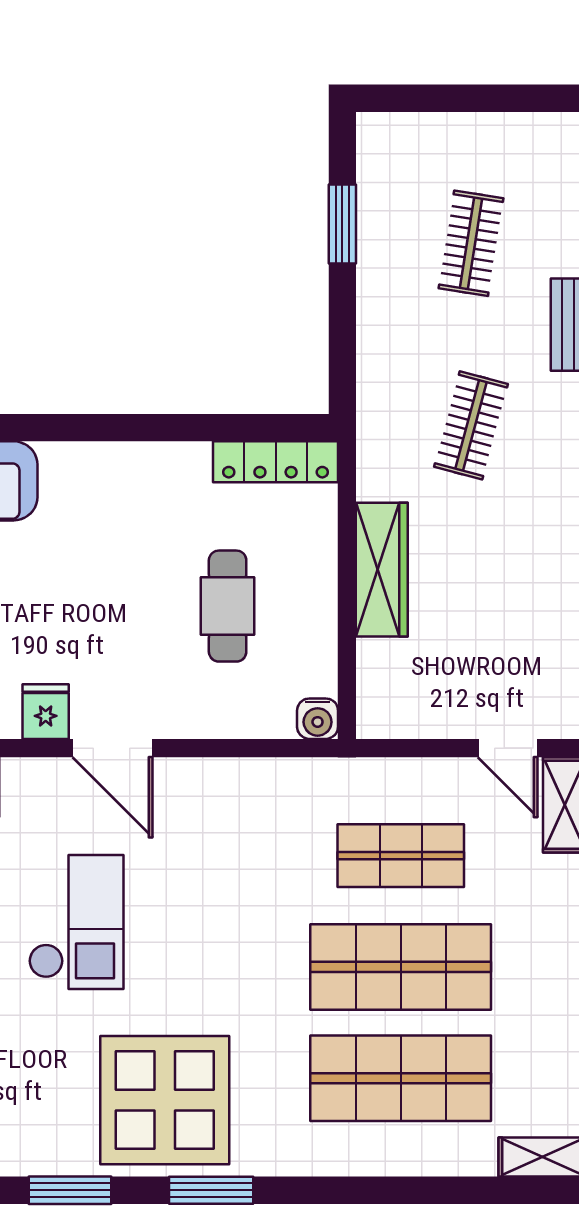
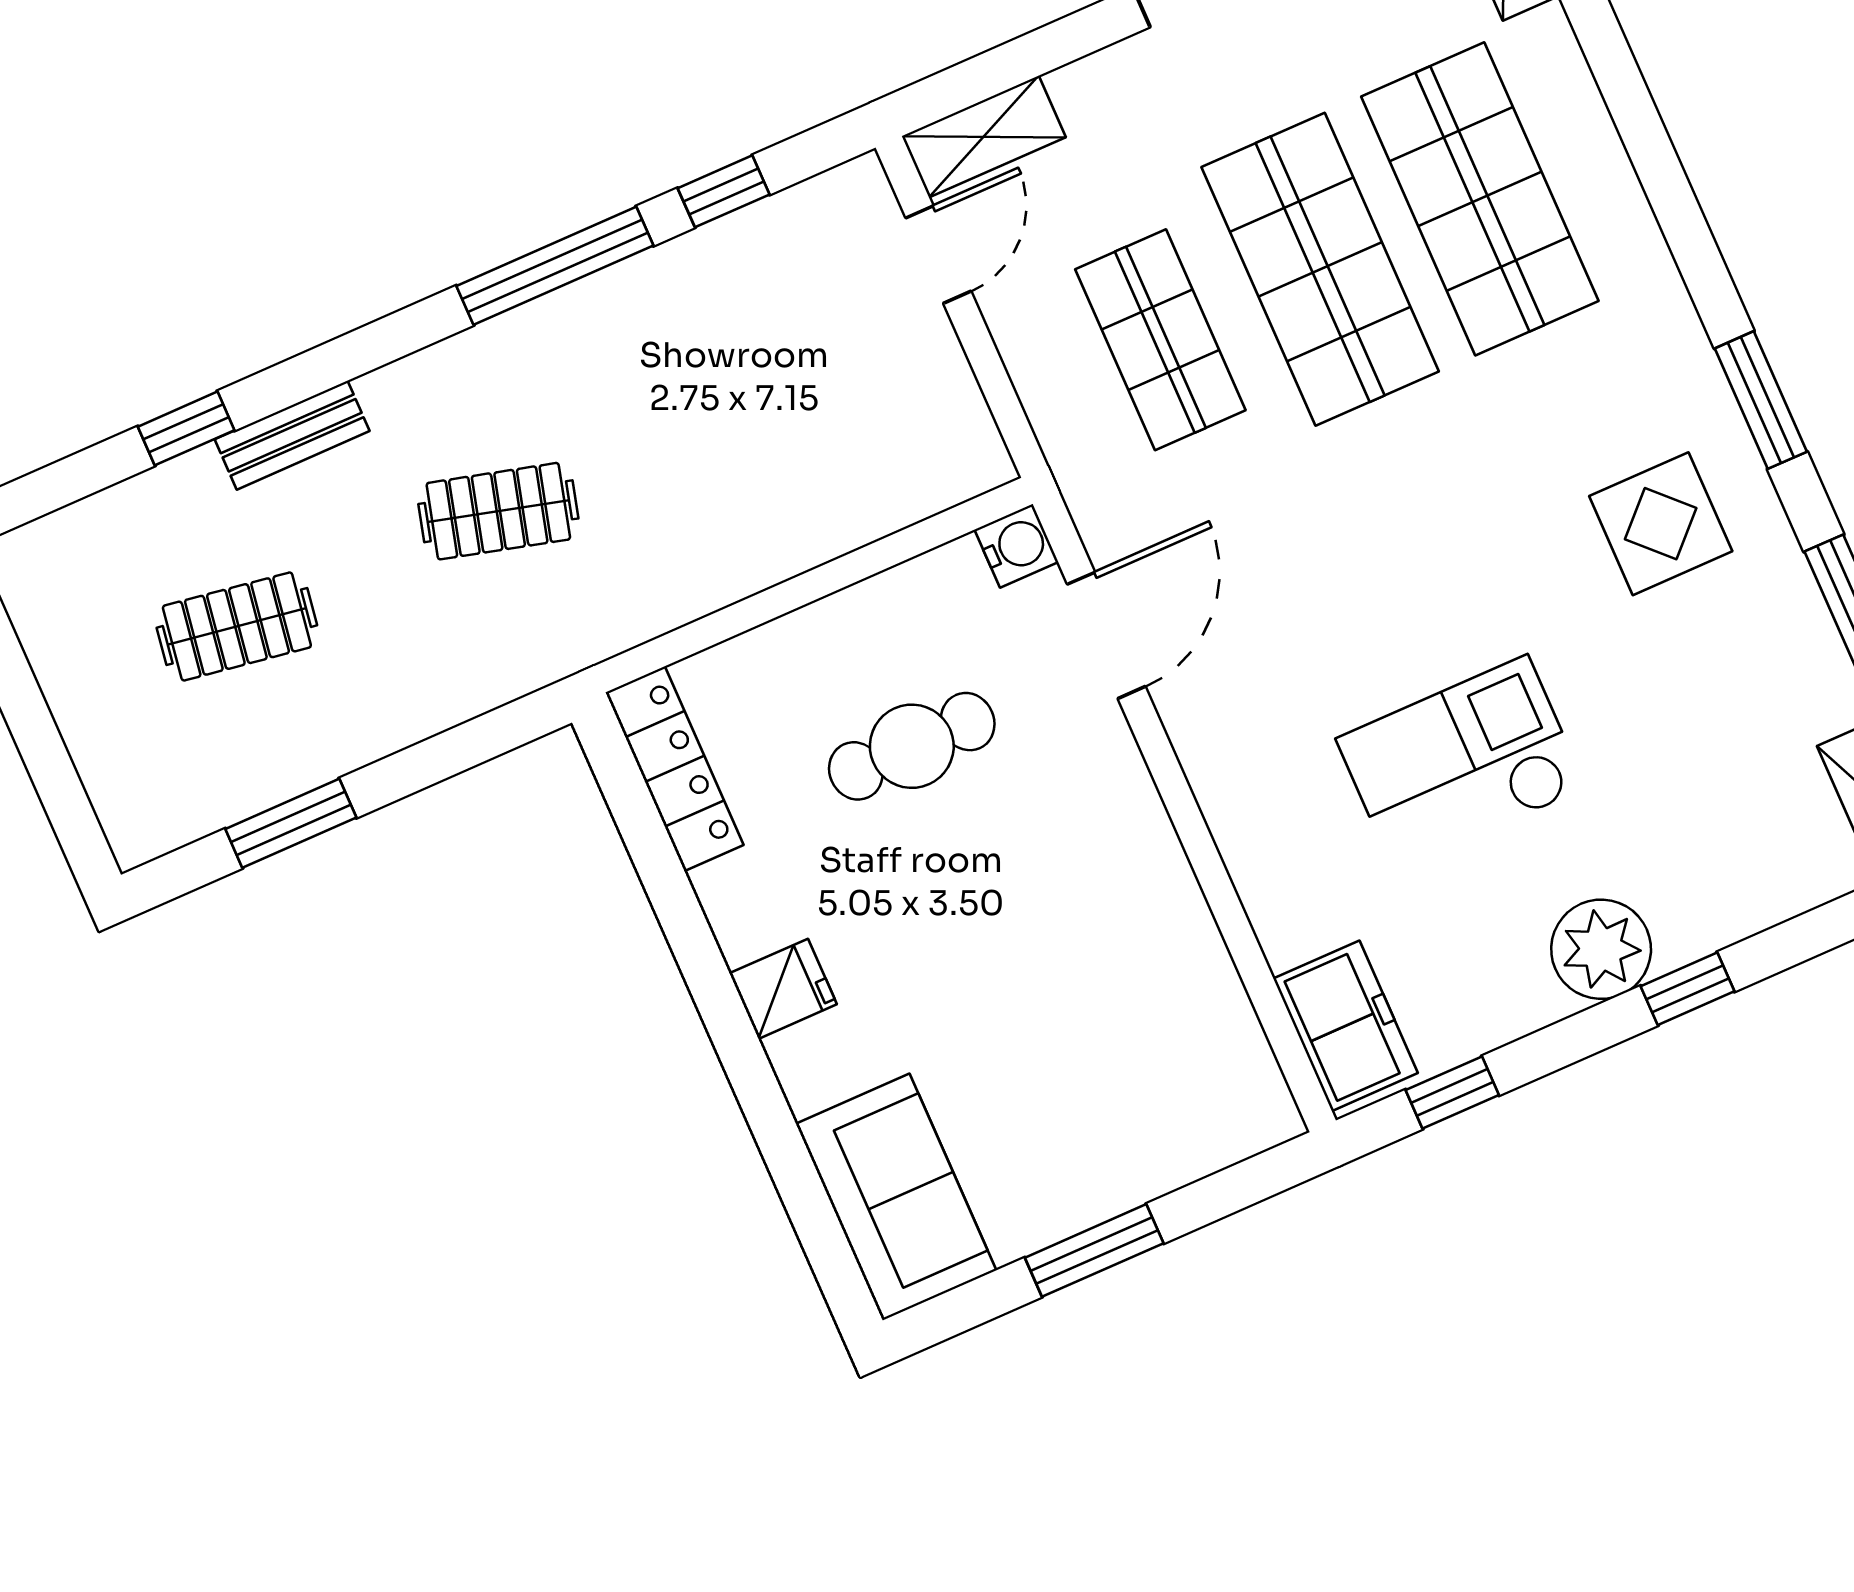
wardrobe: (382, 570) -> (762, 548), removed
fridge: (46, 712) -> (783, 989), moved, turned 180
door: (112, 748) -> (1106, 635), moved
display table: (165, 1100) -> (1661, 524), width x0.54, depth x0.54

